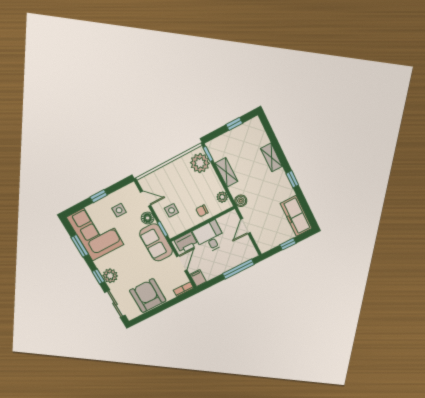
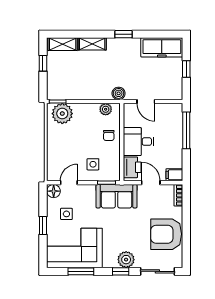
shelving: (226, 172) -> (63, 44), moved
floor lamp: (148, 218) -> (54, 191), moved

